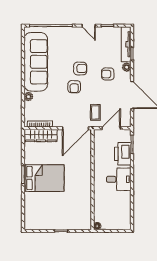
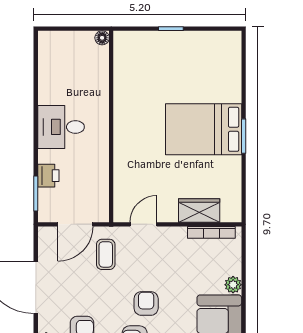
door: (76, 128) -> (143, 224), width x0.53
wardrobe: (41, 136) -> (199, 210), width x0.67
printer: (123, 154) -> (48, 176), width x0.53, depth x0.68

